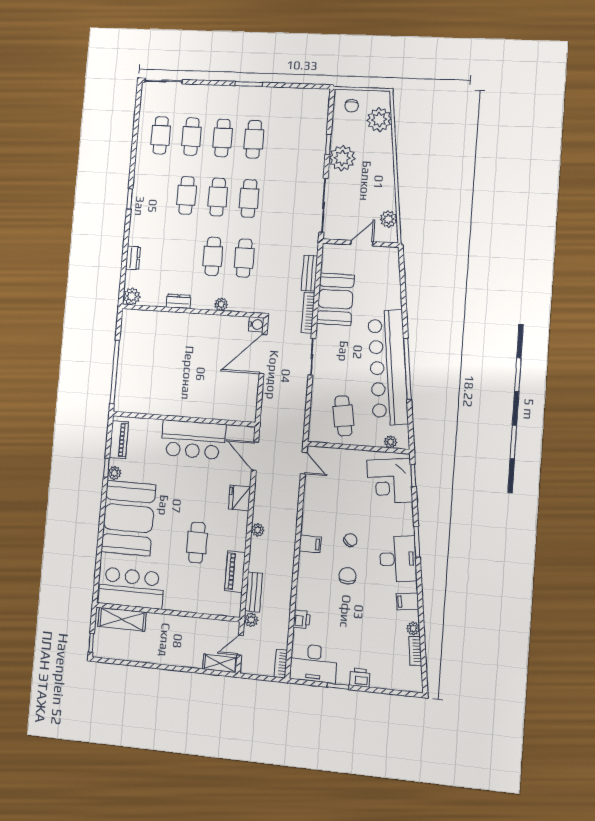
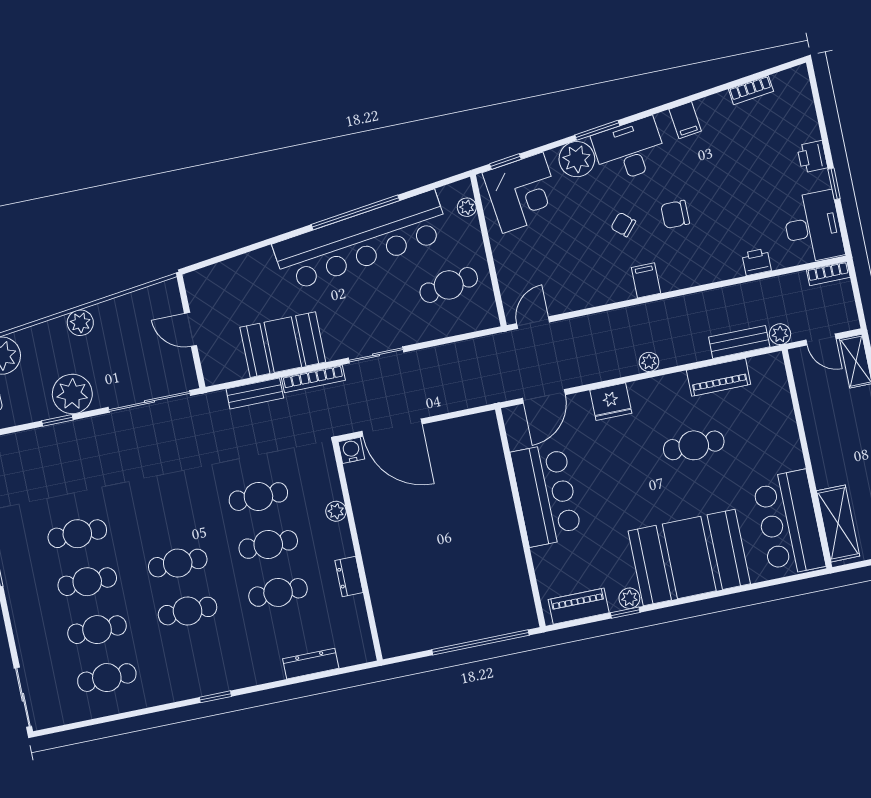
cafe table: (249, 198) -> (278, 592), moved
plant: (389, 219) -> (80, 323), moved
dresser: (133, 258) -> (311, 664), width x1.44
plant: (132, 296) -> (361, 650), removed
plant: (413, 628) -> (577, 159), moved, width x1.88, depth x1.88

